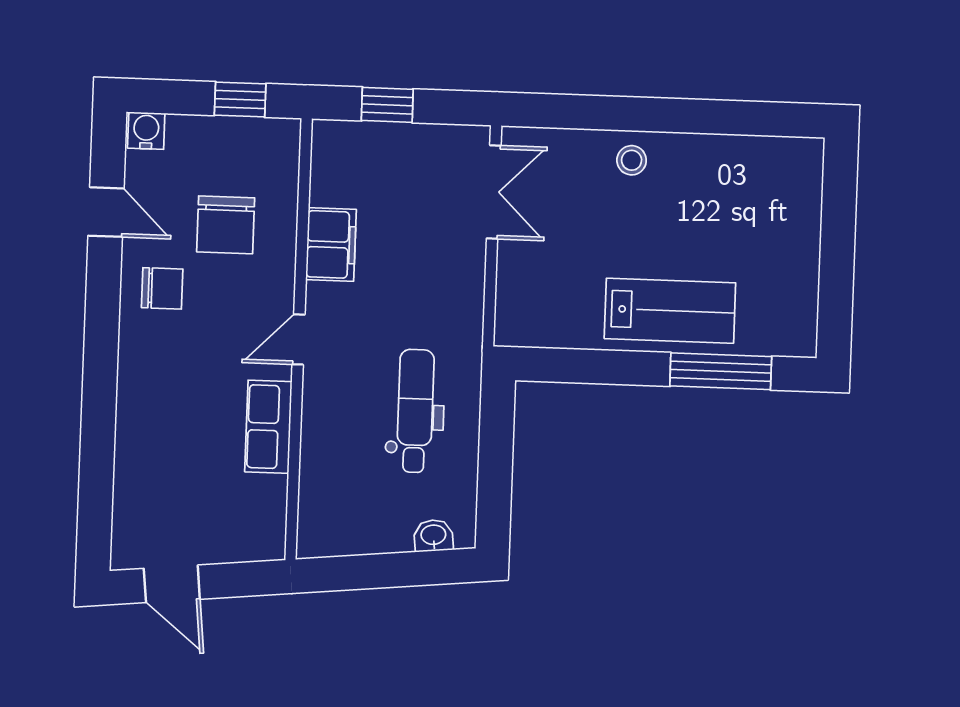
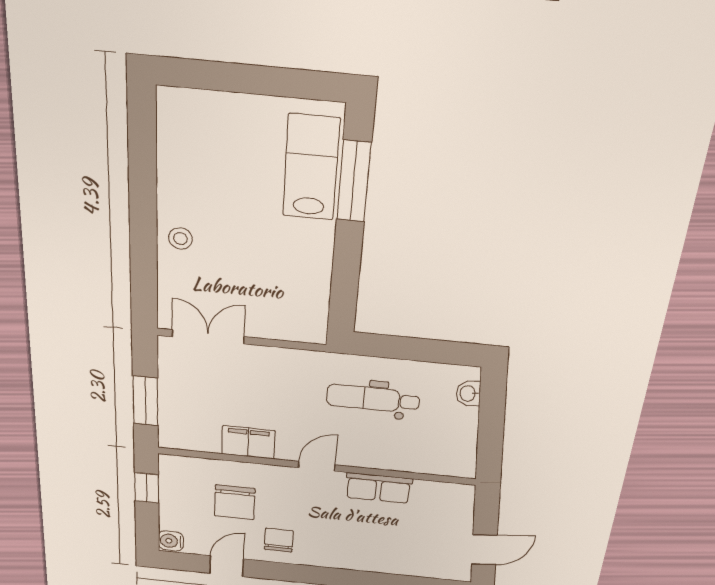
window: (387, 105) -> (145, 401), width x1.50
chair: (226, 225) -> (235, 502), turned 90
lab bench: (670, 311) -> (311, 168), moved
door: (298, 339) -> (317, 466), swing flipped

